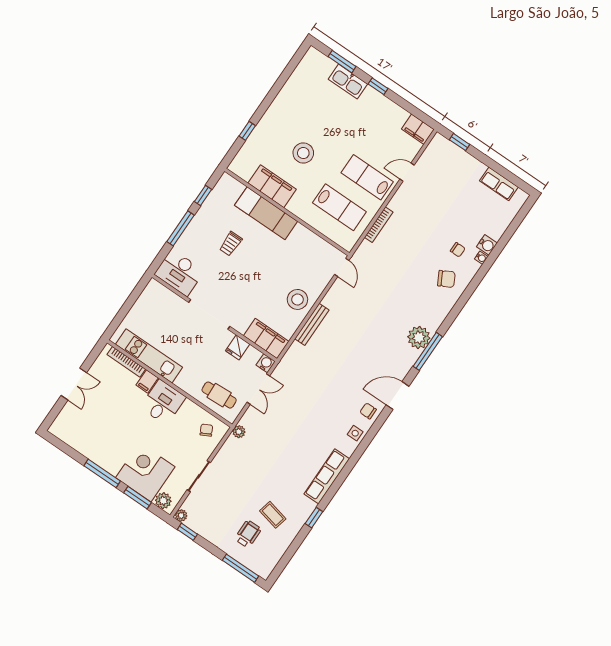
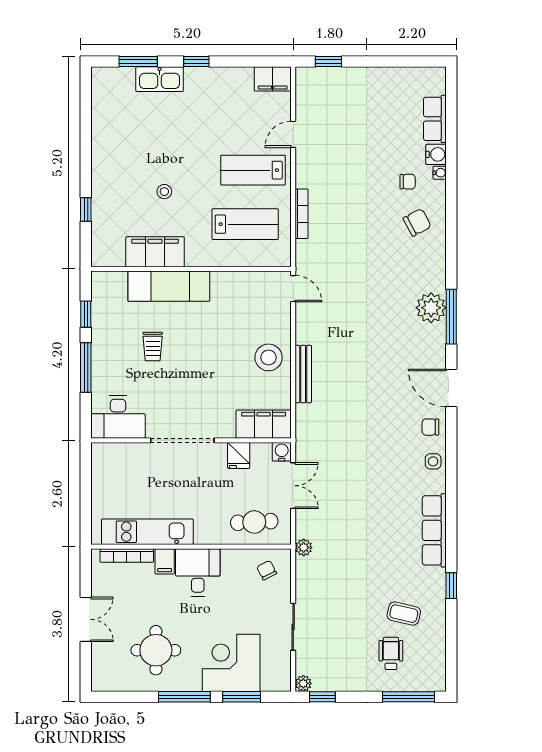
stool: (303, 153) -> (164, 192), width x0.53, depth x0.53
row of seats: (499, 184) -> (435, 119), moved, turned 90
door: (397, 396) -> (451, 388), hinge flipped
round table: (104, 433) -> (156, 650), added
plant: (163, 501) -> (272, 681), removed

